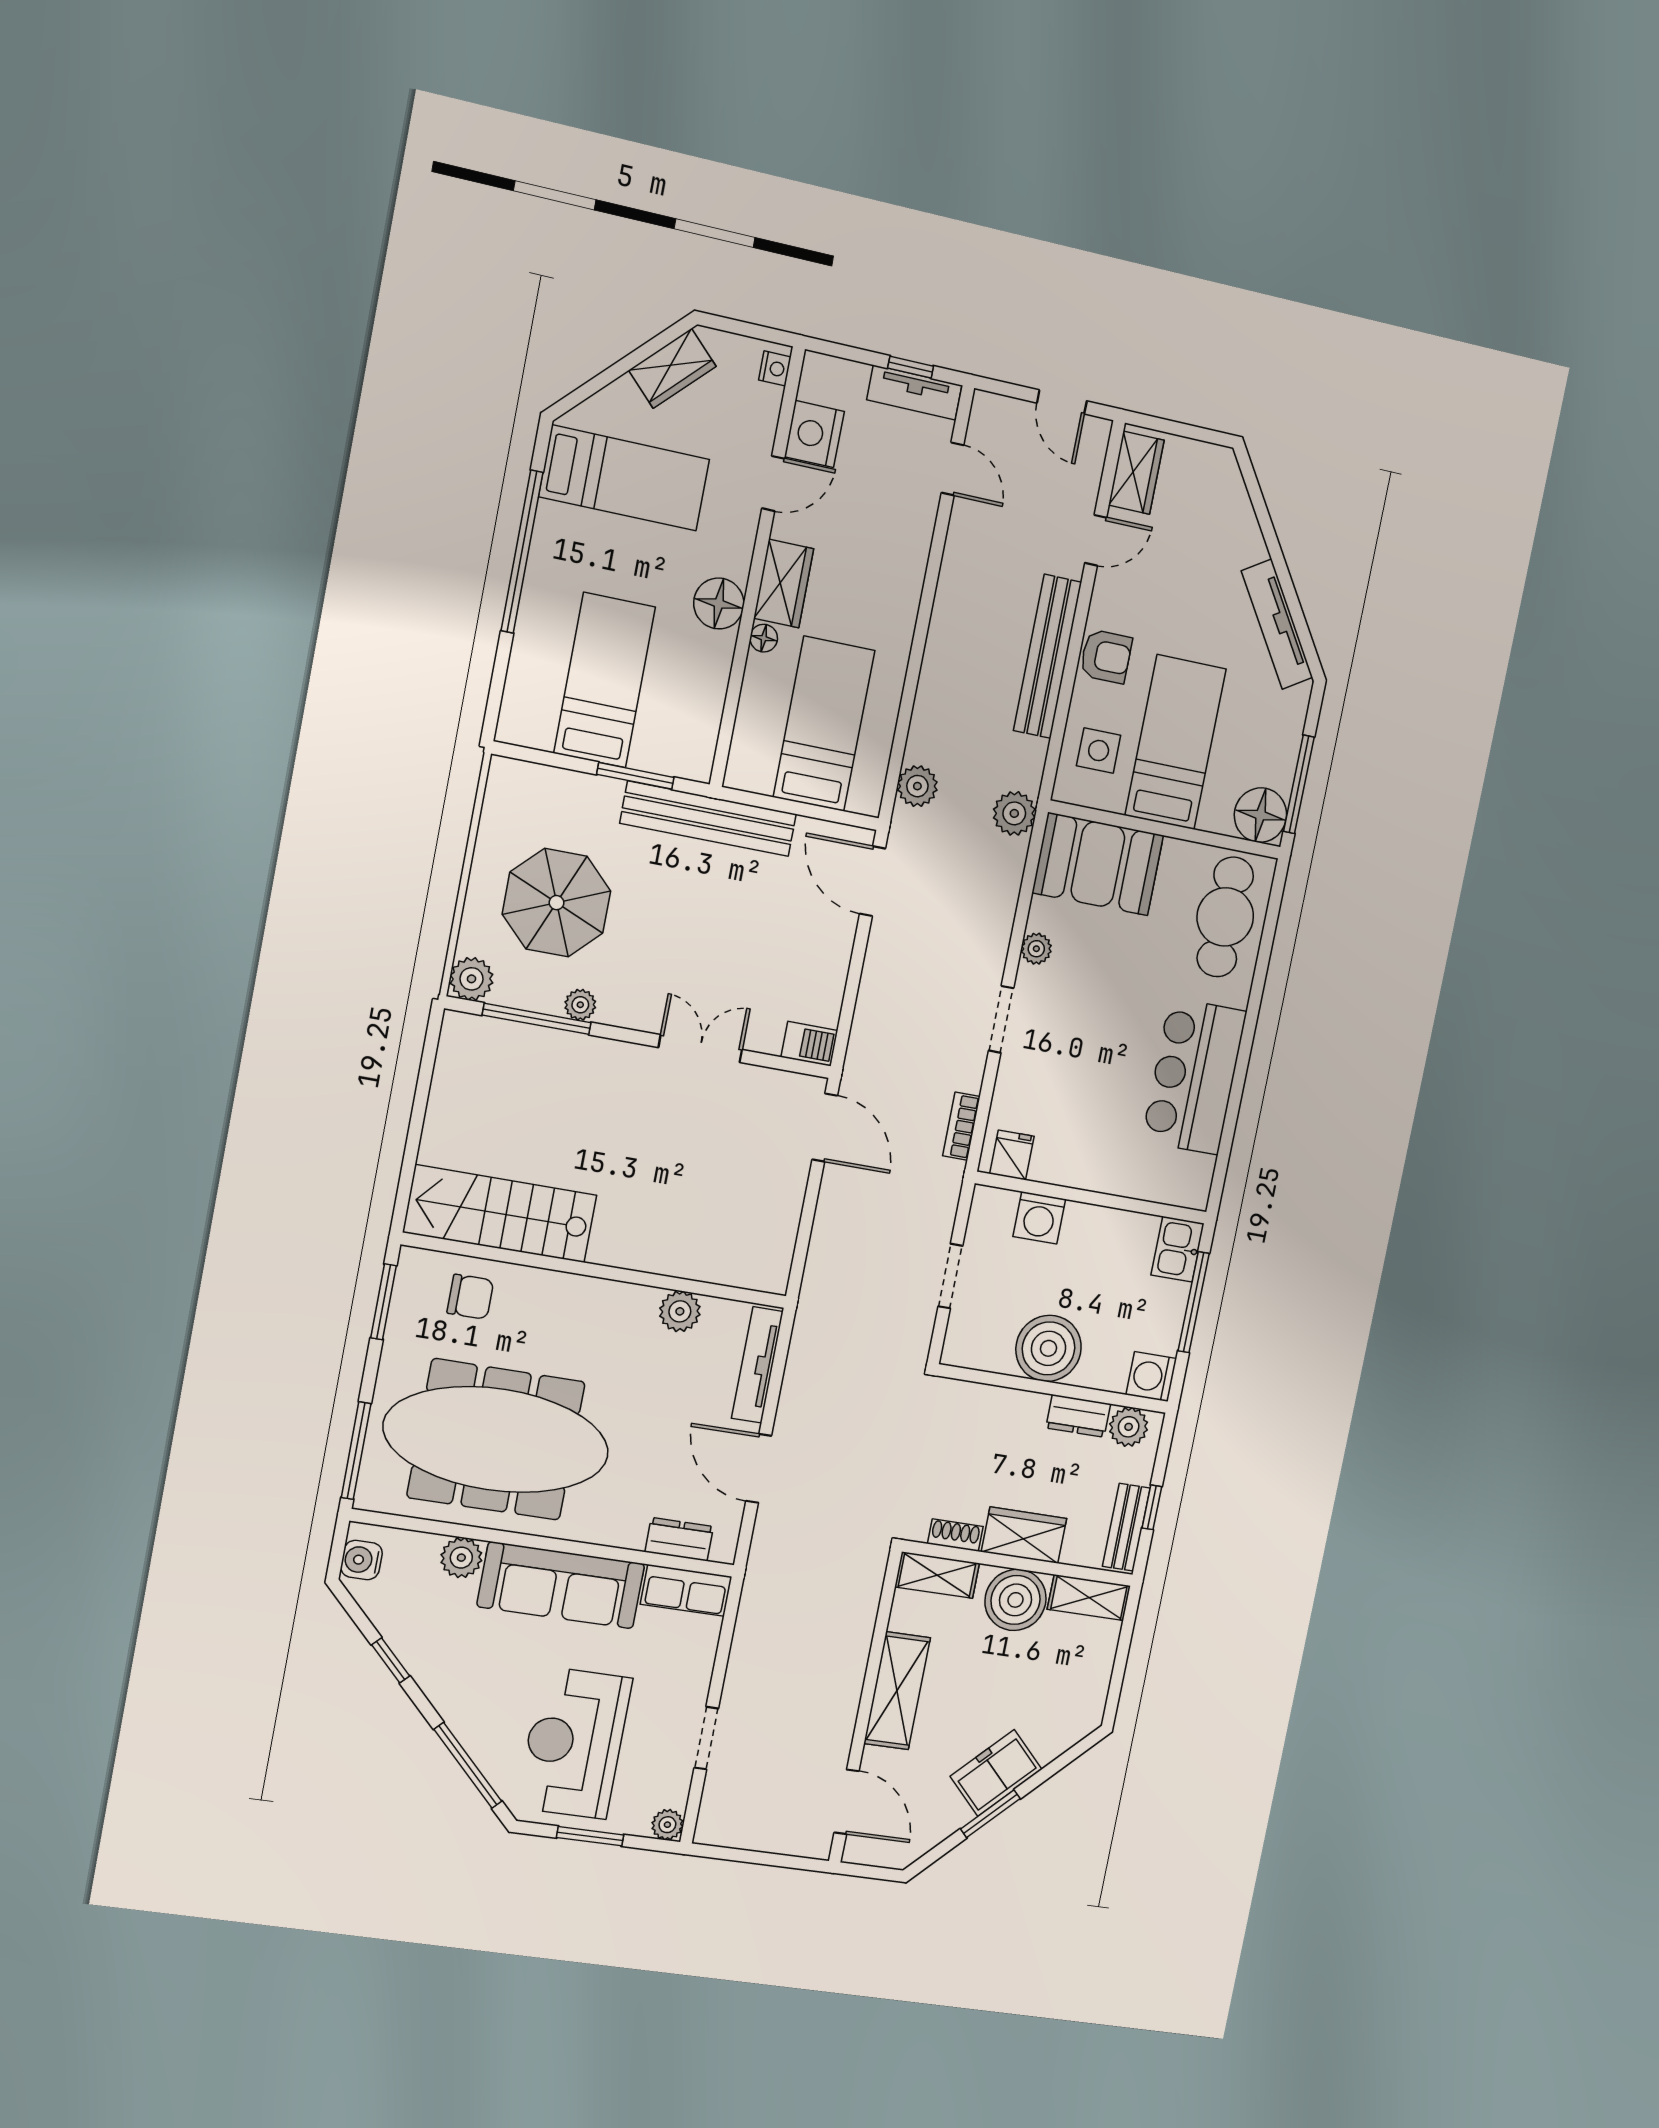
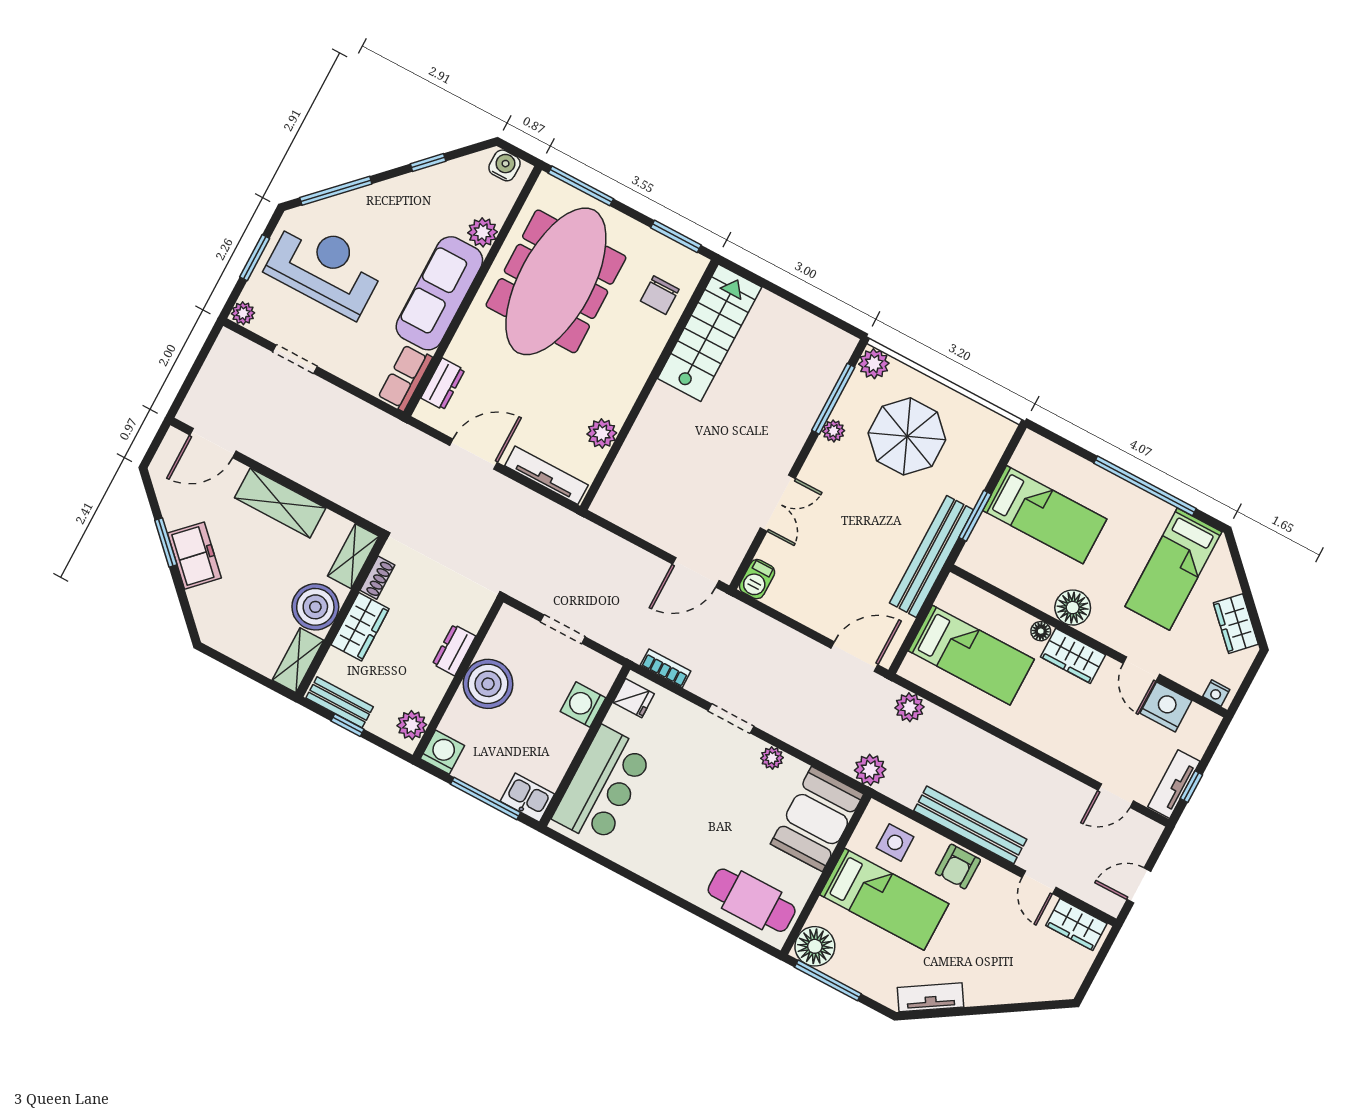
tv unit: (1277, 624) -> (930, 997), width x0.71
bar counter: (1194, 1076) -> (603, 785), moved, turned 90
dresser: (1078, 1416) -> (454, 650), moved

